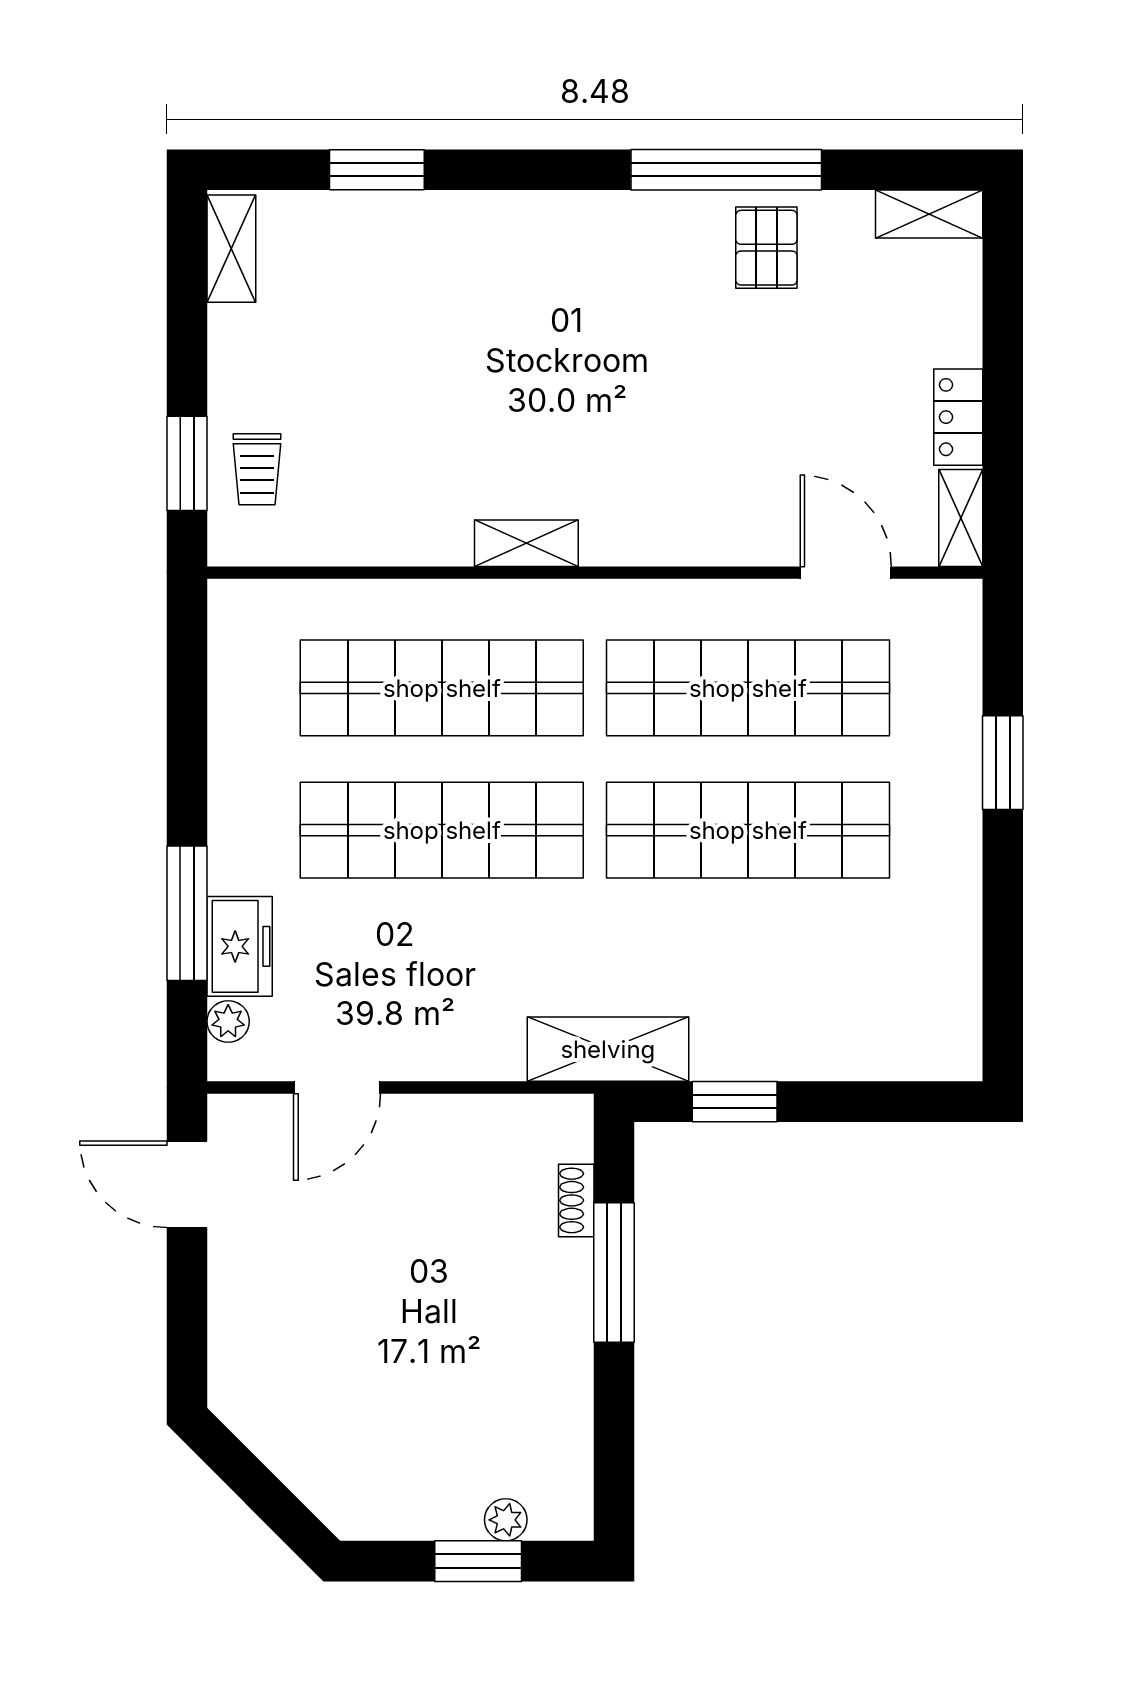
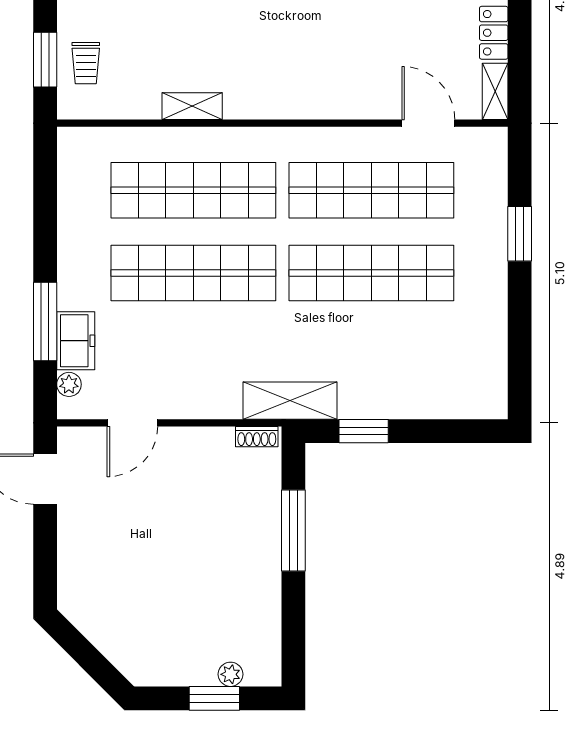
shelving: (526, 543) -> (192, 106), moved
shoe rack: (576, 1200) -> (257, 437), moved, turned -90

